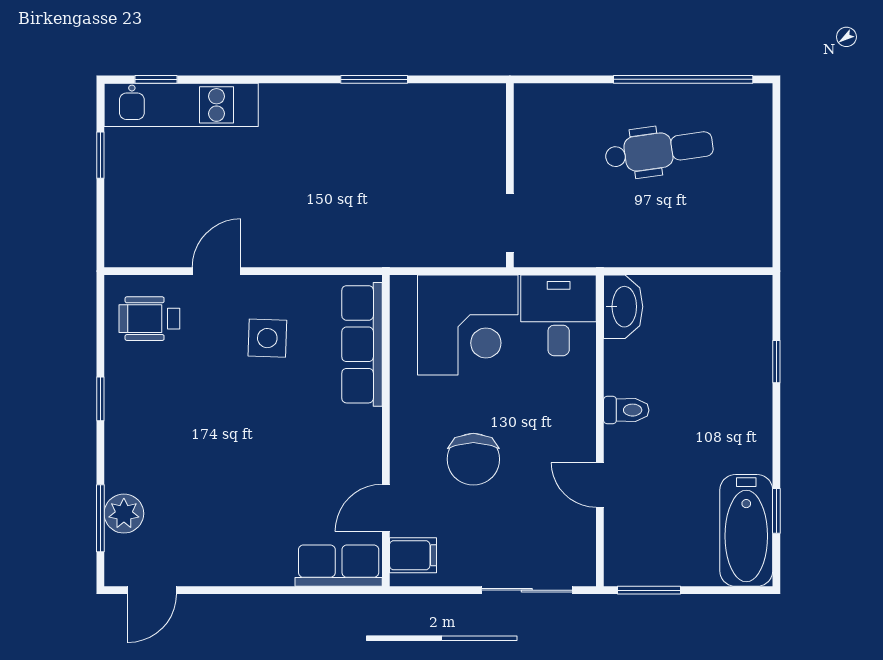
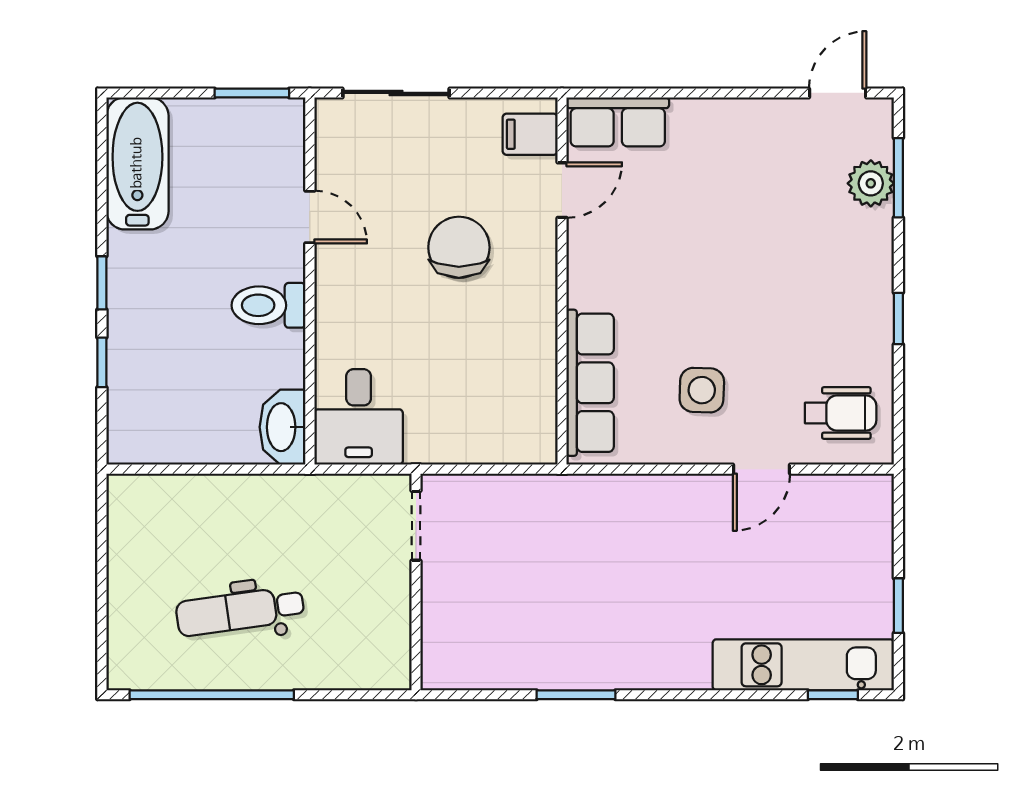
corner desk: (468, 325) -> (465, 406), removed
toilet: (626, 410) -> (269, 305), width x1.37, depth x1.39
window: (776, 511) -> (102, 283), moved

